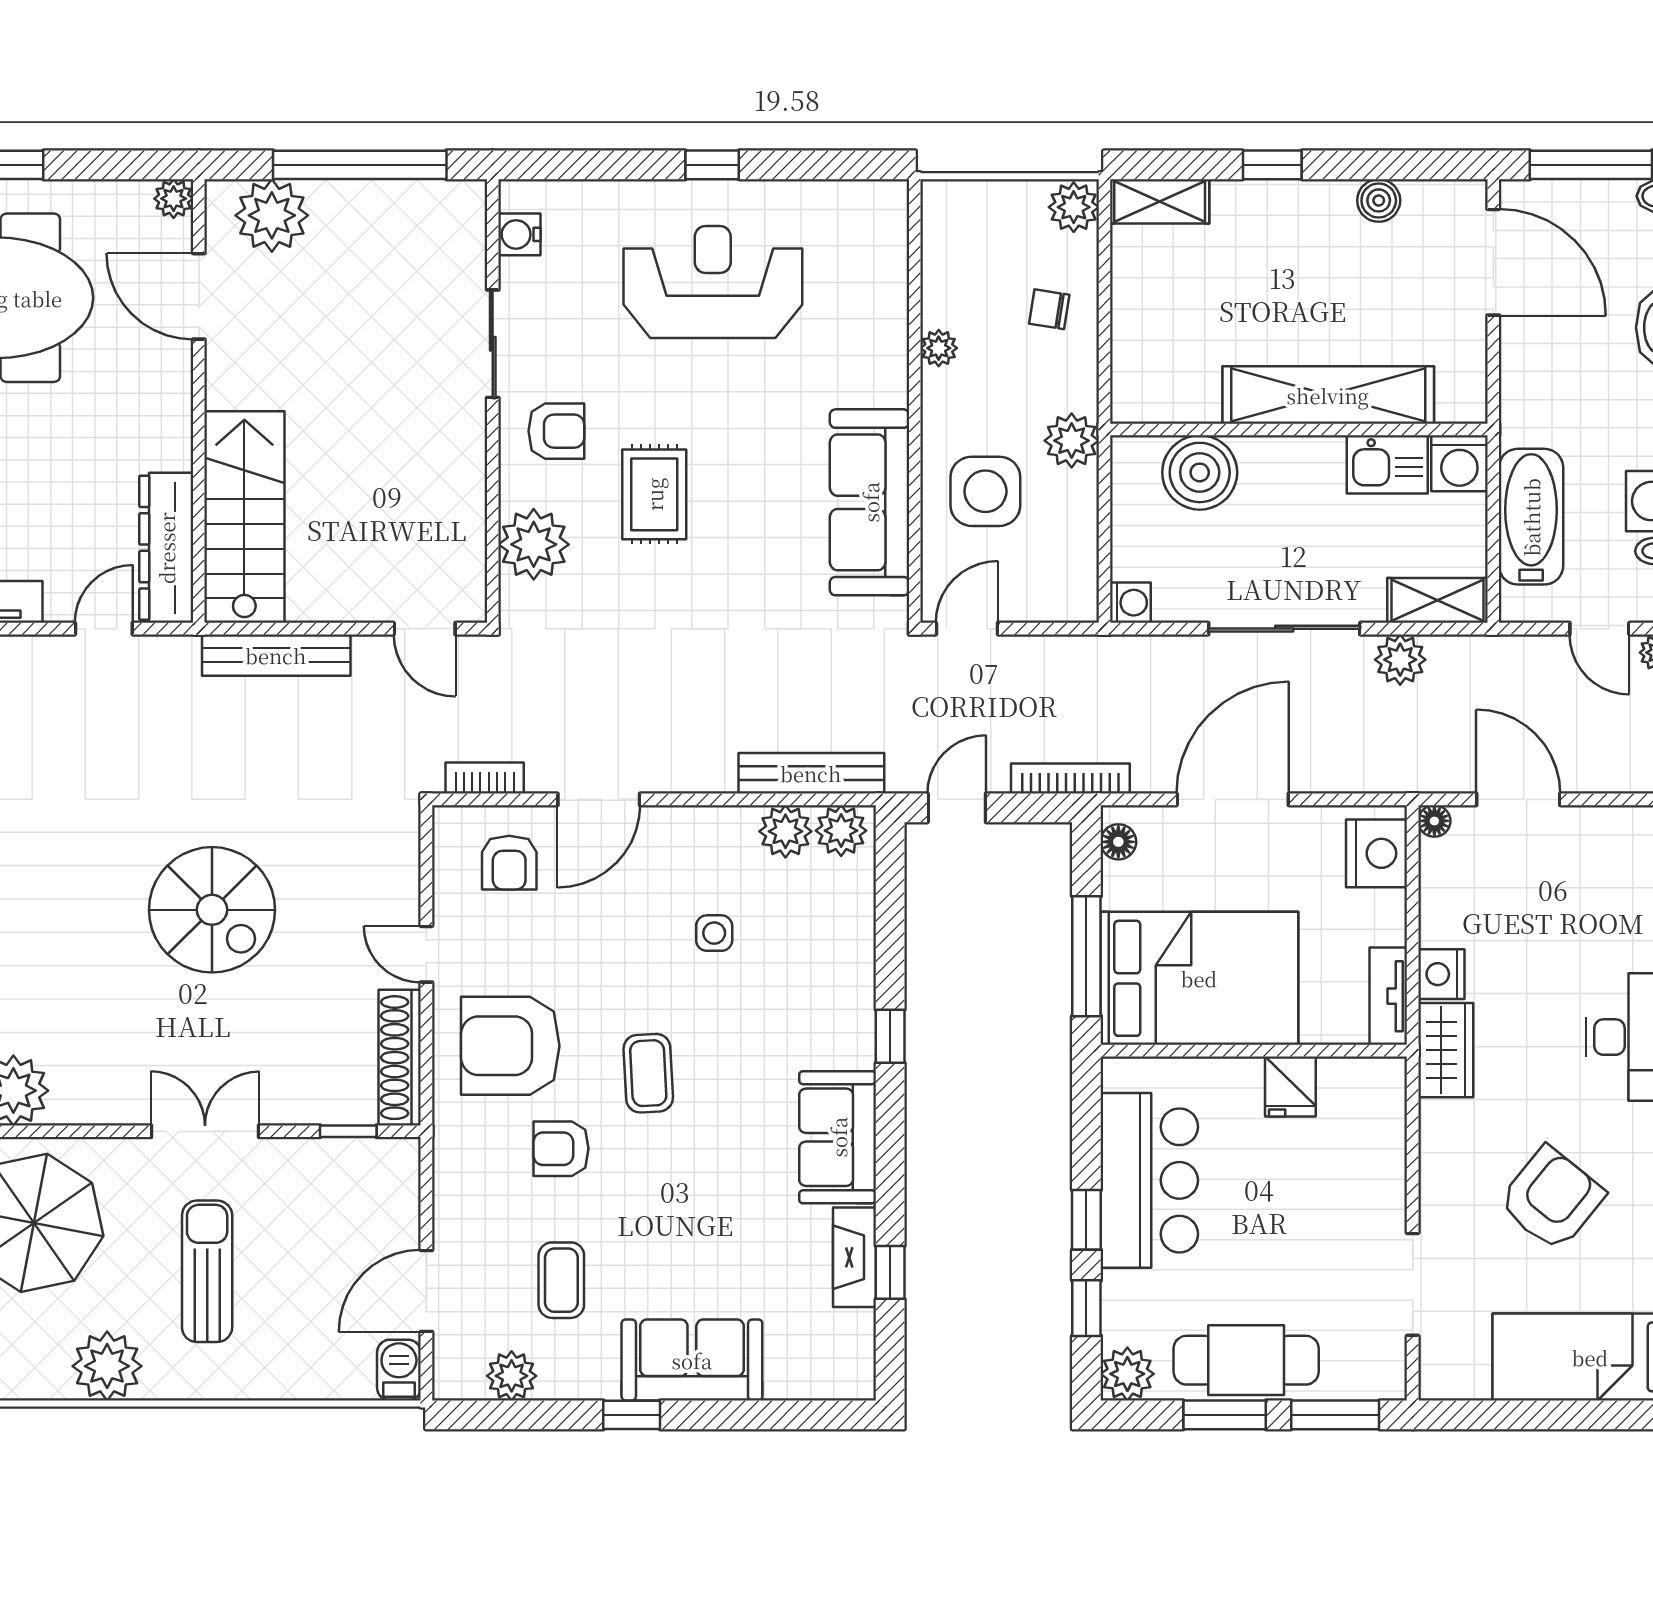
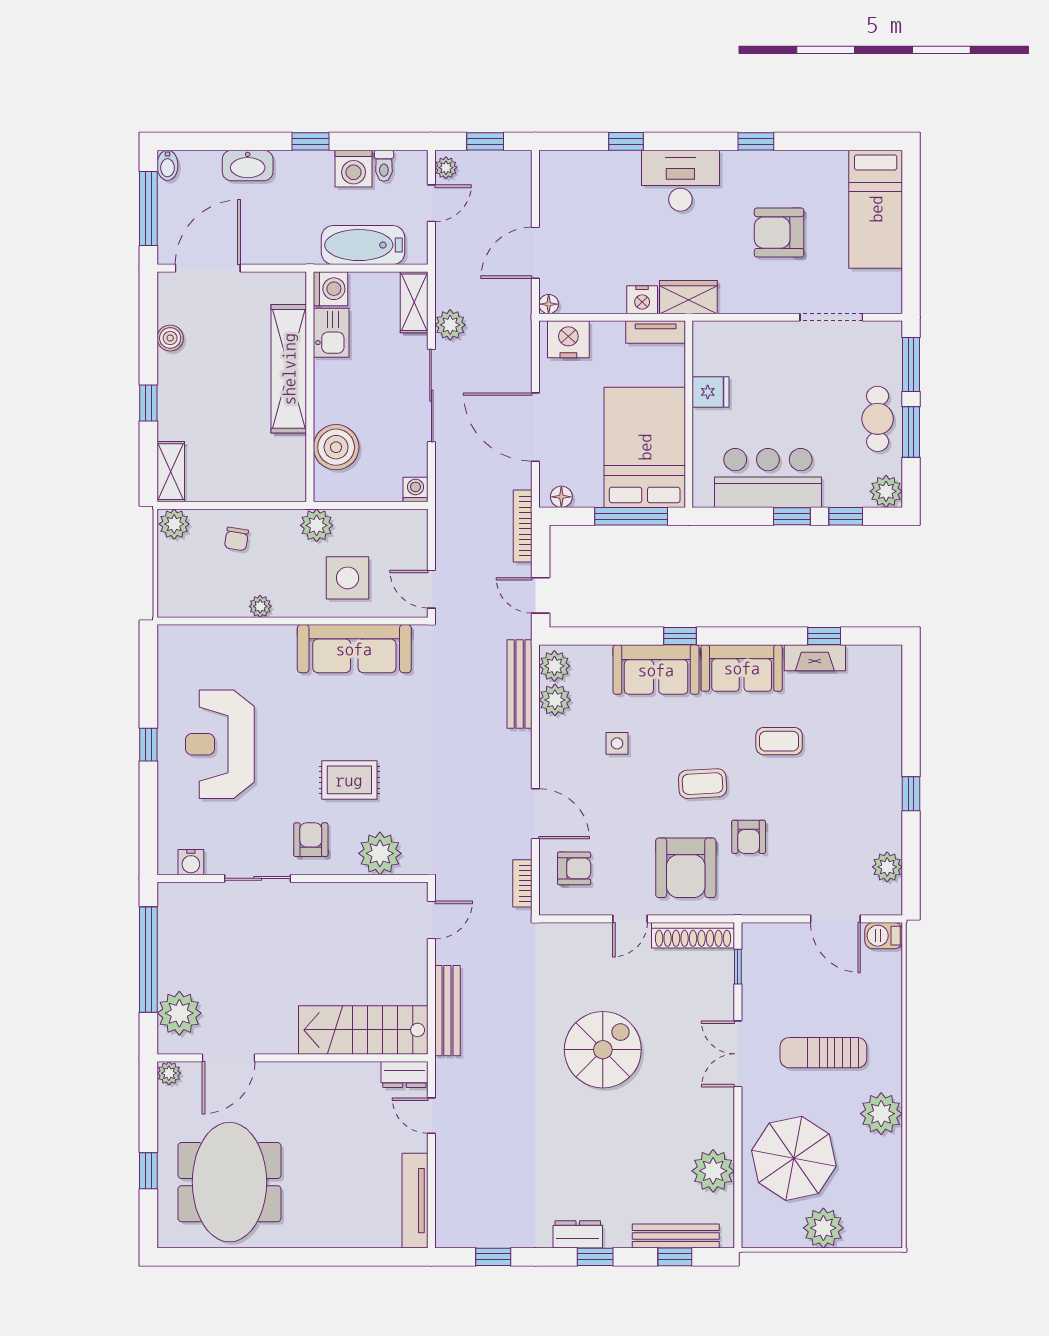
dresser: (166, 548) -> (404, 1074), width x0.51, depth x0.80
armchair: (1552, 1199) -> (779, 233), turned -39
coffee table: (561, 1280) -> (779, 741), moved
sofa: (692, 1360) -> (656, 670), moved, turned -90
cafe table: (1246, 1360) -> (878, 419), width x0.73, depth x0.74

